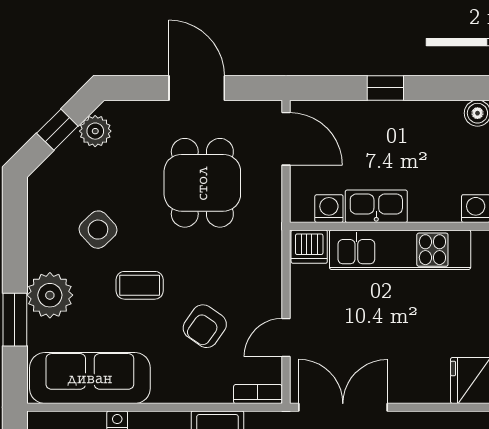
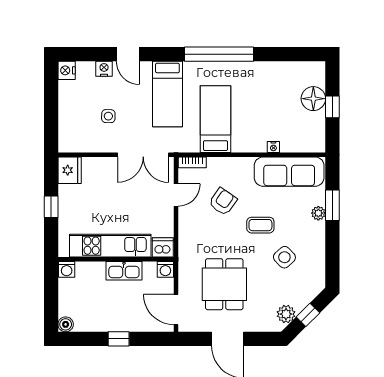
washing machine: (329, 209) -> (165, 269), moved
plant: (50, 295) -> (318, 213), width x0.53, depth x0.53

